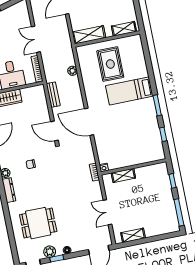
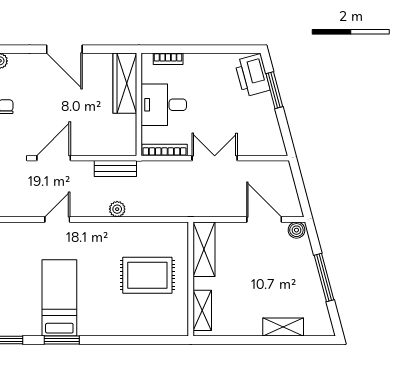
plant: (72, 71) -> (117, 209), moved
bed: (129, 91) -> (59, 298), moved
door: (89, 122) -> (57, 220), width x0.53

